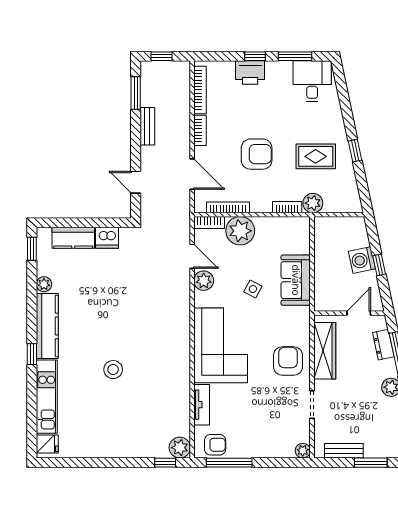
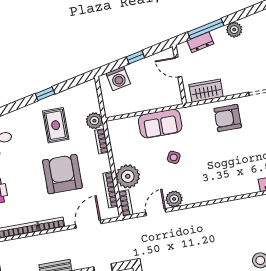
armchair: (257, 154) -> (62, 174), width x1.36, depth x1.36
washing machine: (362, 260) -> (118, 78), moved
corner sofa: (221, 345) -> (225, 176), removed
wardrobe: (325, 351) -> (206, 91), width x0.67

